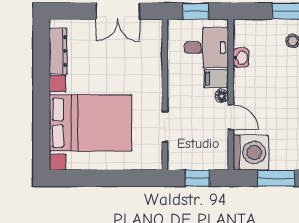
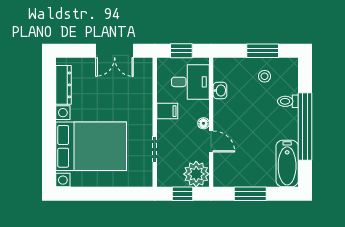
filing cabinet: (216, 79) -> (167, 111), moved, turned 180
washing machine: (251, 153) -> (228, 172), removed
plant: (213, 155) -> (196, 174), added

